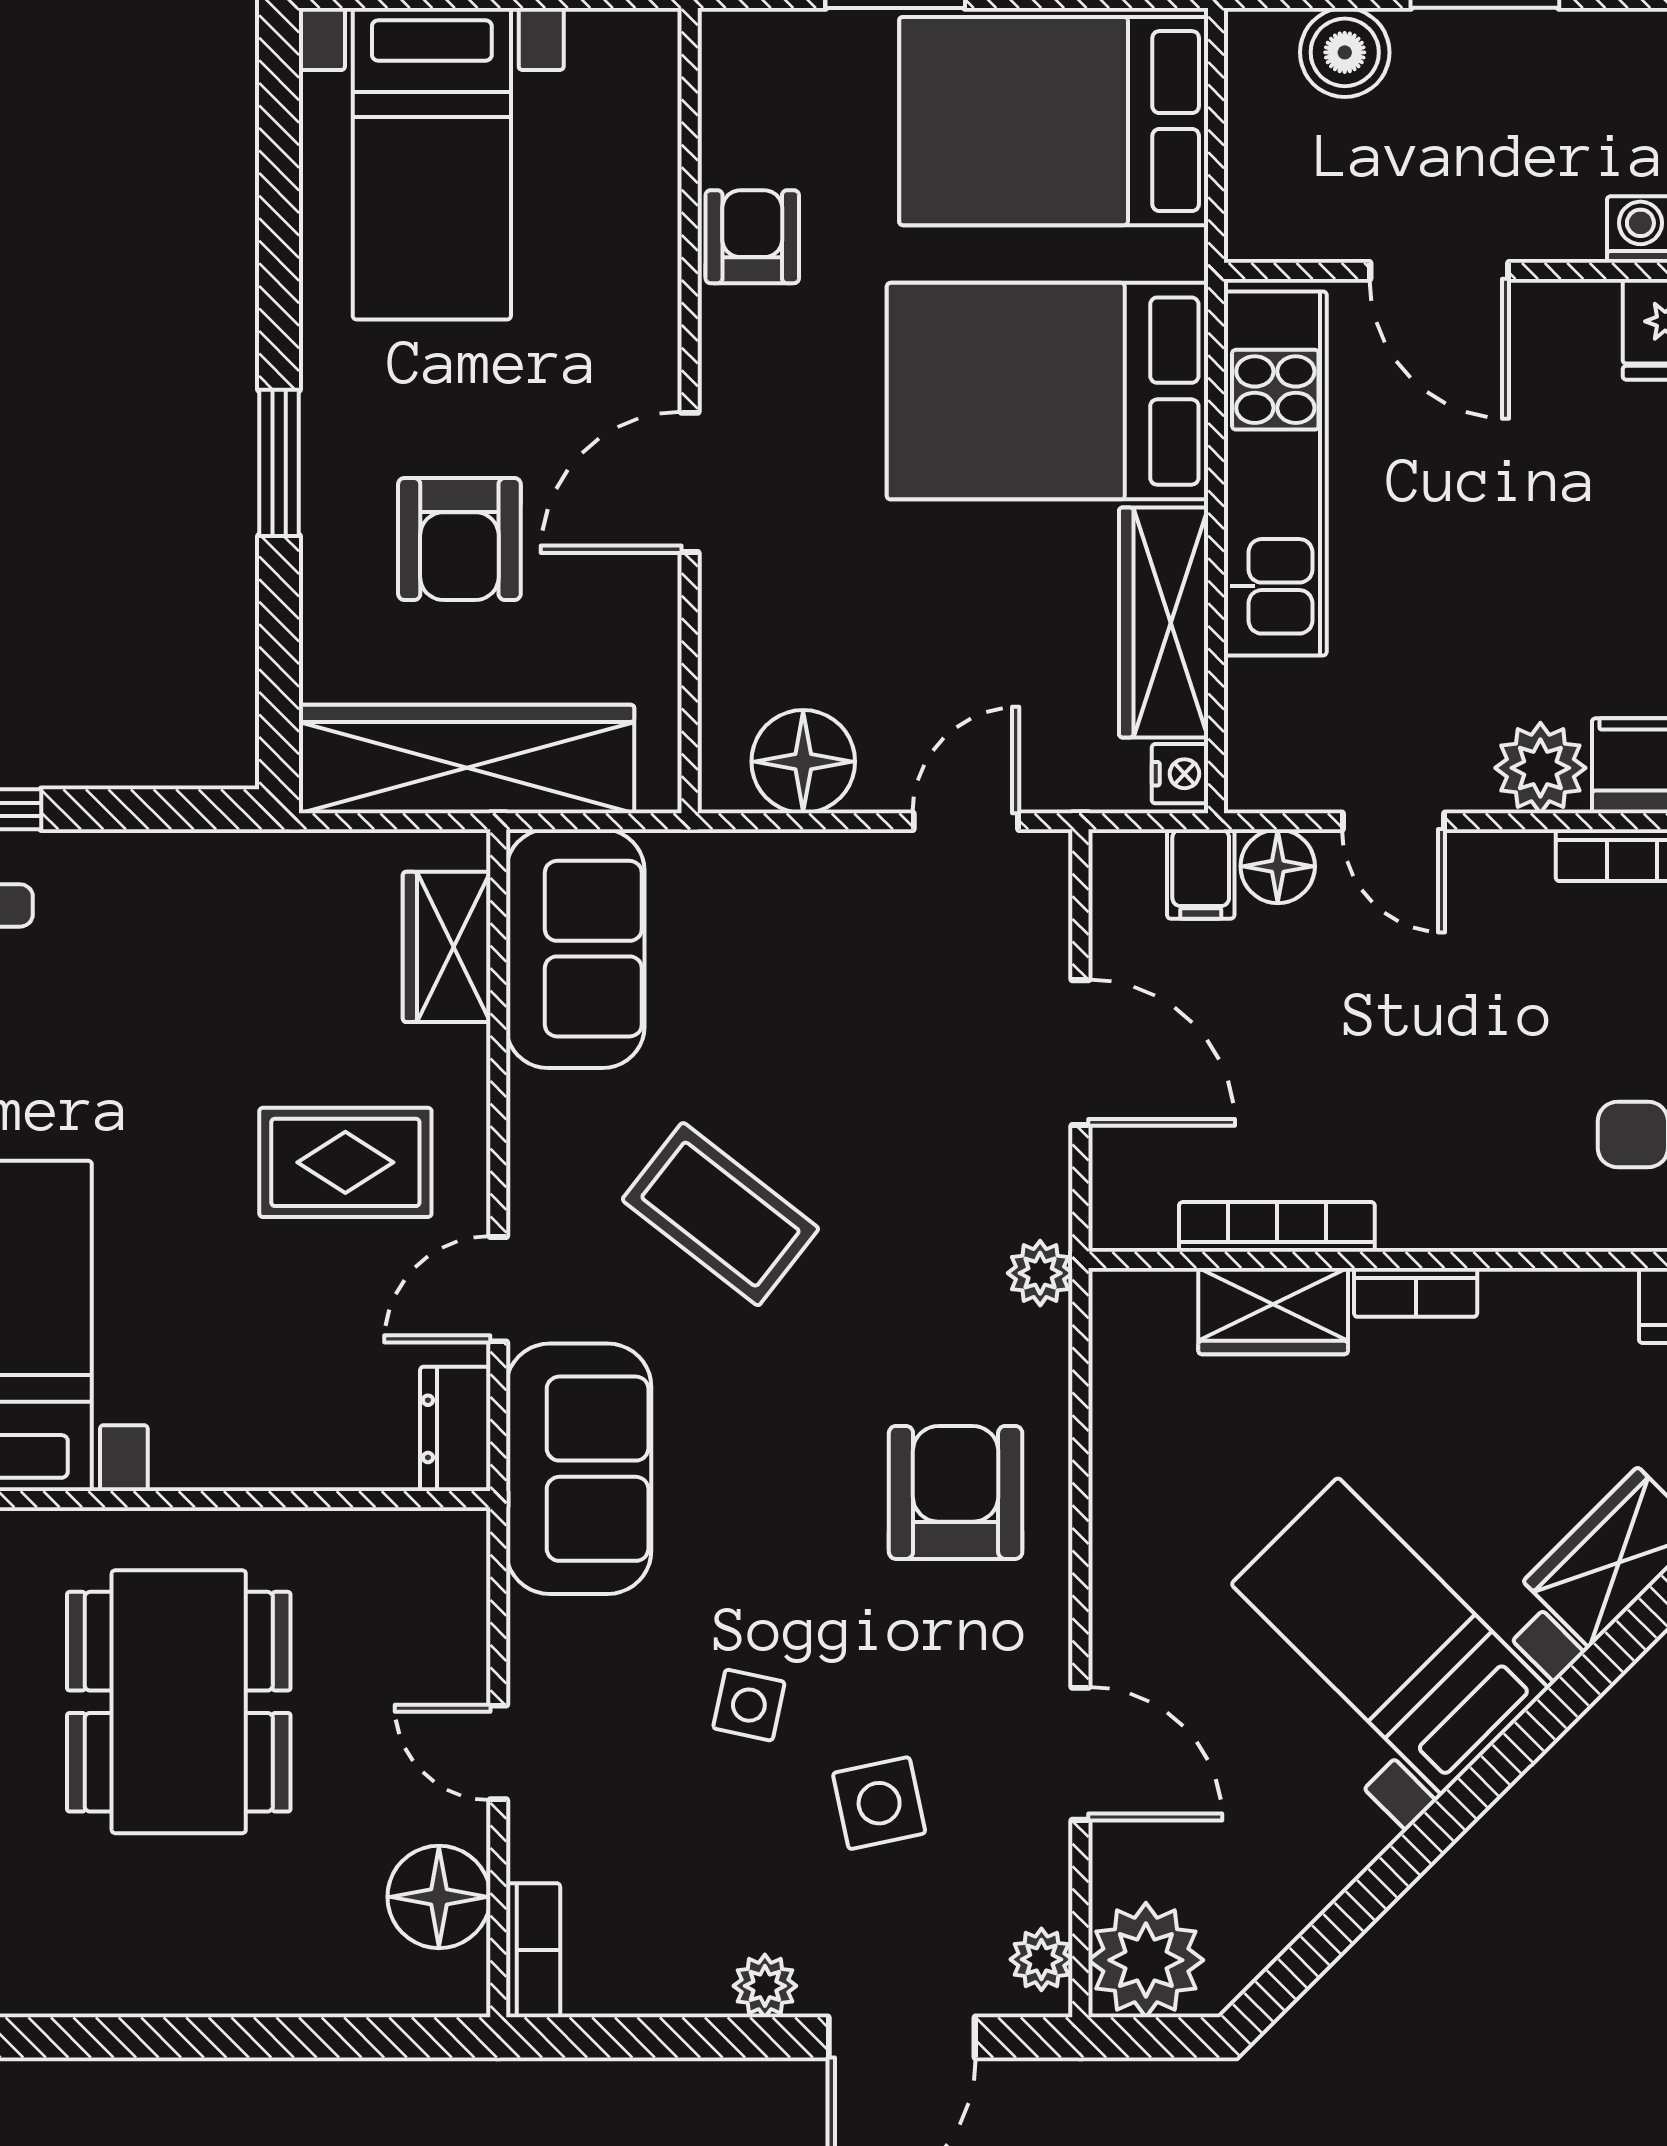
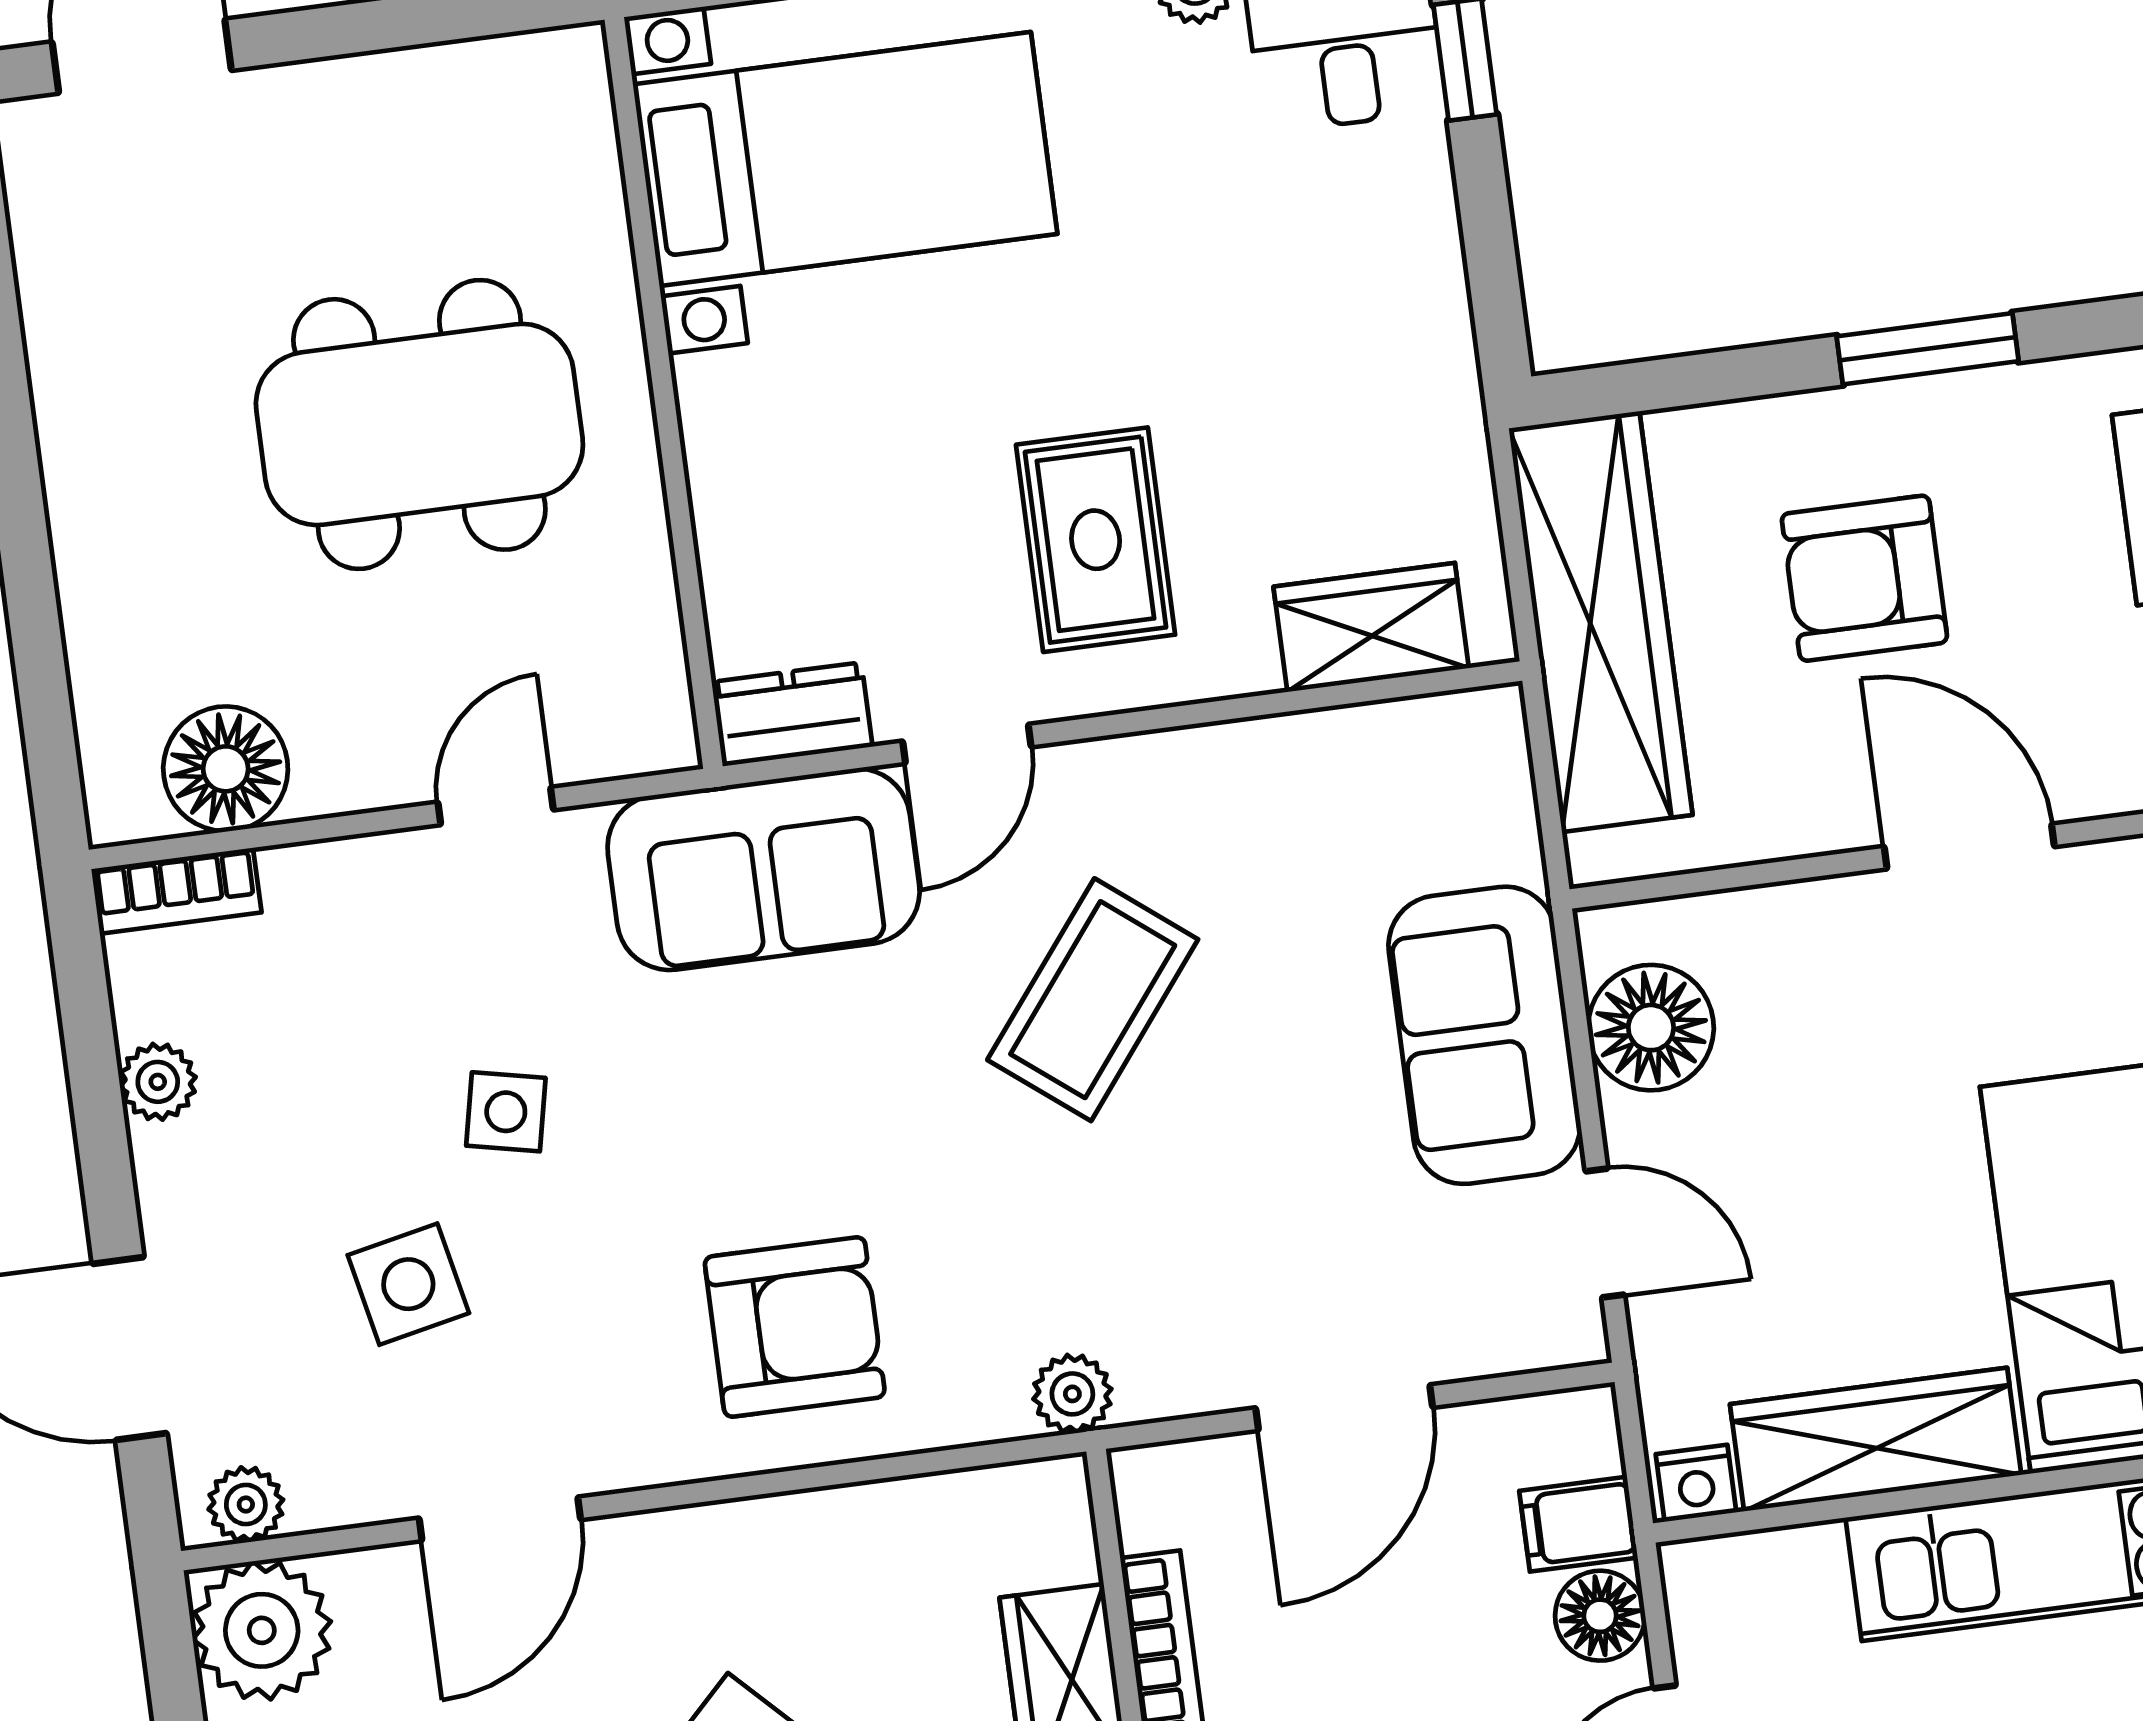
sofa: (575, 949) -> (1484, 1035), moved, turned 90
door: (498, 1289) -> (967, 744), swing flipped
door: (498, 1752) -> (496, 806), moved
plant: (765, 1986) -> (158, 1082), moved

